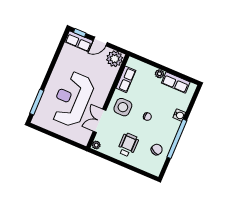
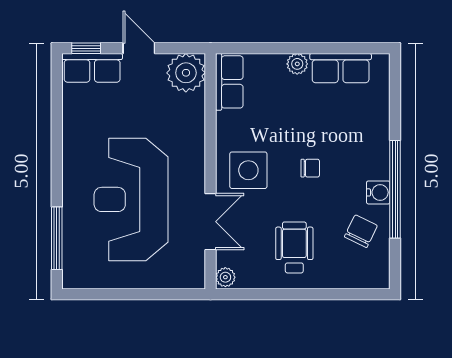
door: (100, 41) -> (139, 48), swing flipped
row of seats: (126, 79) -> (229, 82), moved
water cooler: (179, 115) -> (378, 192), moved
double door: (100, 121) -> (210, 222), swing flipped

